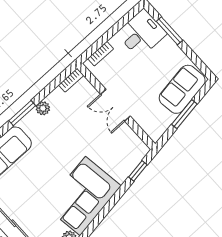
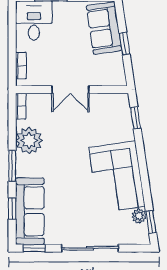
plant: (43, 108) -> (29, 141), width x1.87, depth x1.87
window: (184, 114) -> (125, 44), width x0.67

